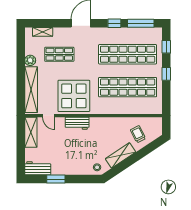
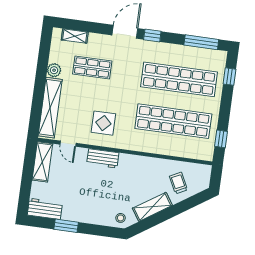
window: (114, 23) -> (152, 36), moved
window: (166, 74) -> (221, 139), moved
display table: (74, 96) -> (103, 123), width x0.54, depth x0.54

